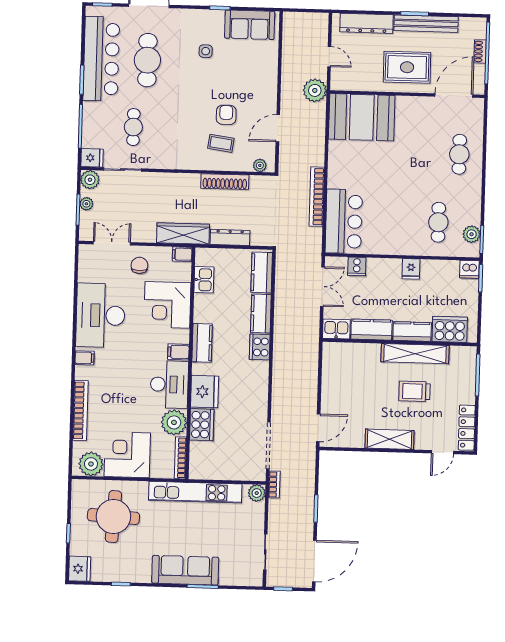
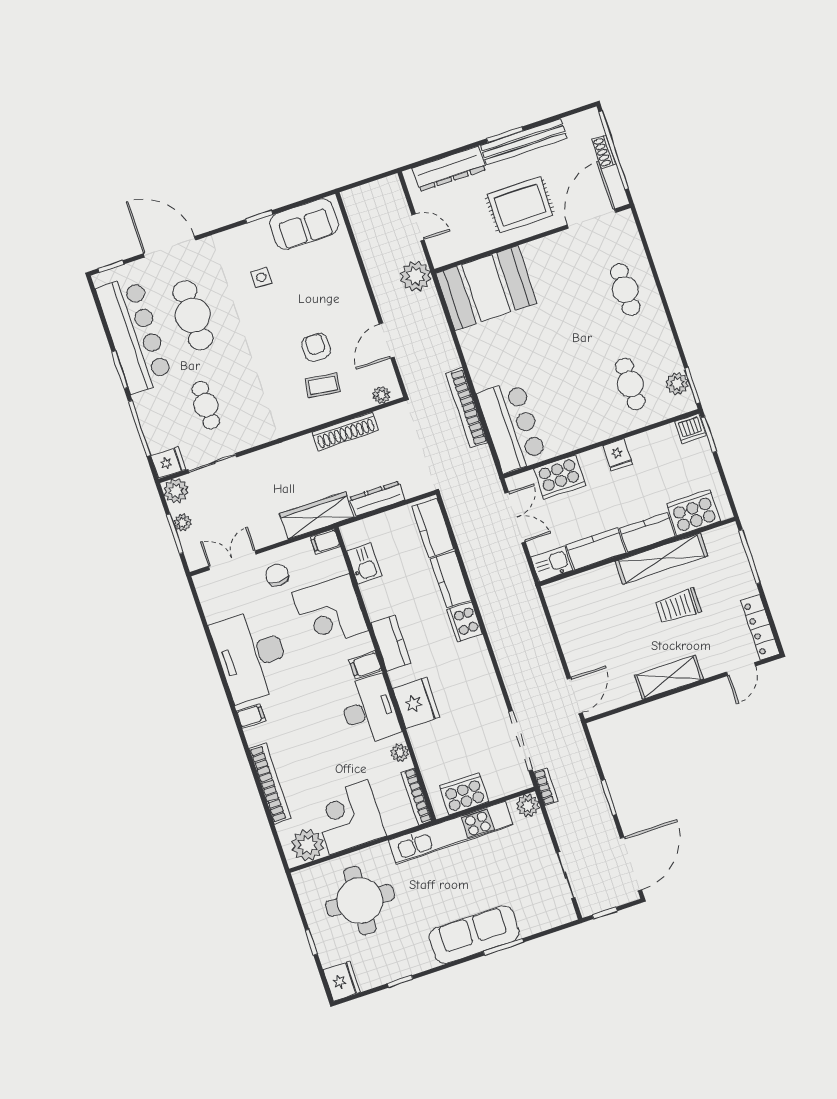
cooker: (357, 266) -> (560, 477), width x1.87, depth x1.31
plant: (174, 422) -> (400, 753), width x0.53, depth x0.53
cooker: (202, 425) -> (464, 794), moved, turned -90

